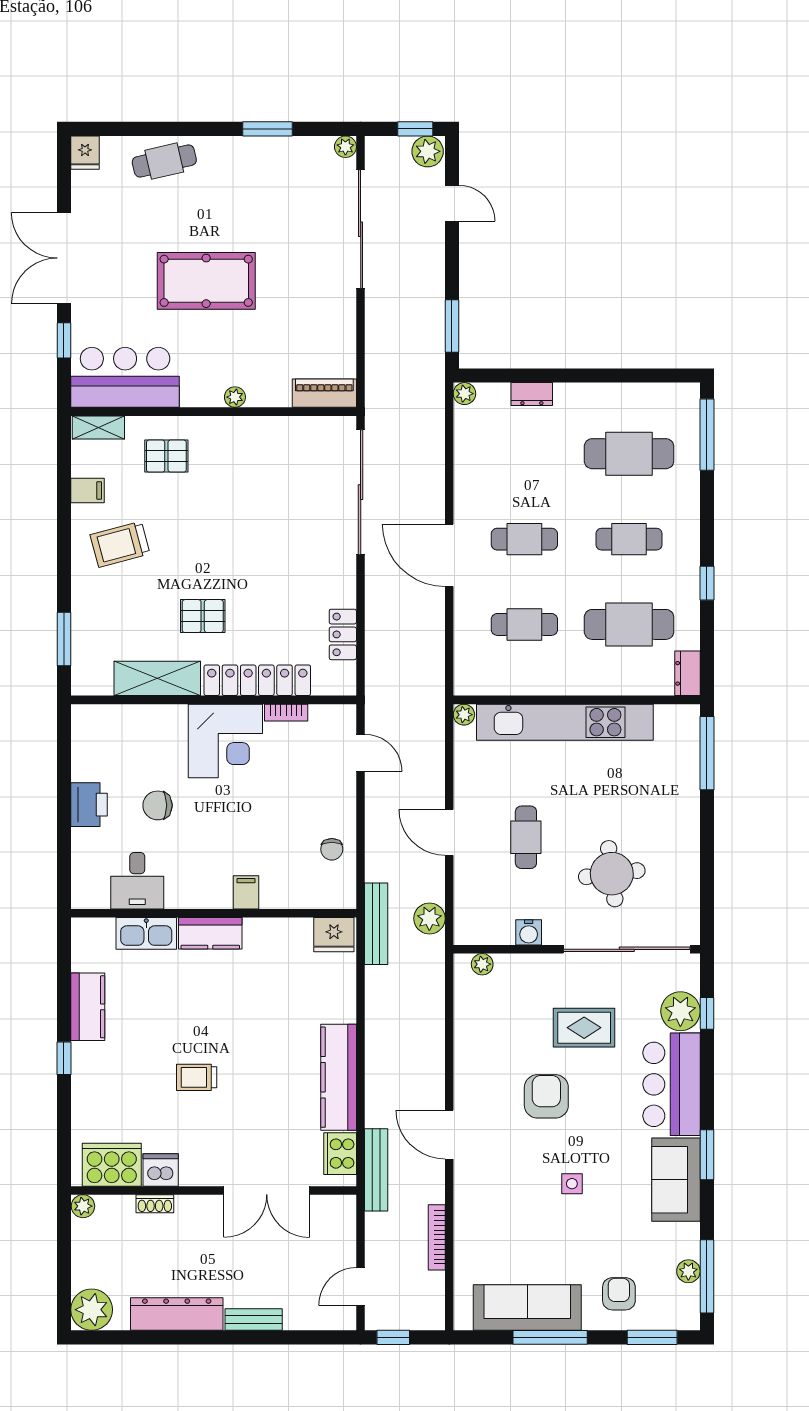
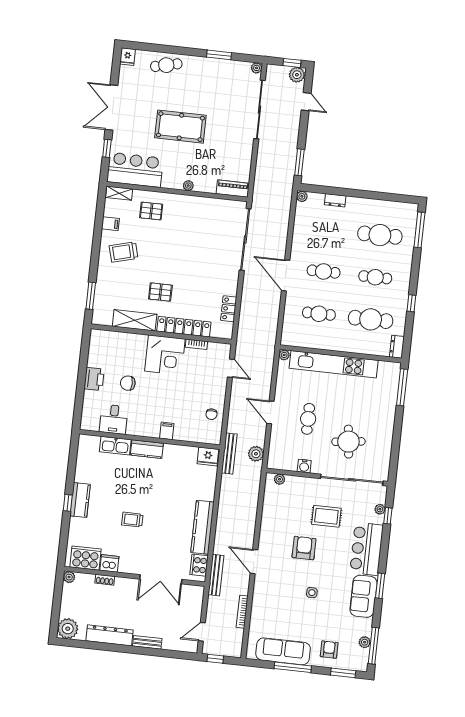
kitchen counter: (88, 1007) -> (80, 500), moved
plant: (680, 1011) -> (380, 509), width x0.53, depth x0.53

